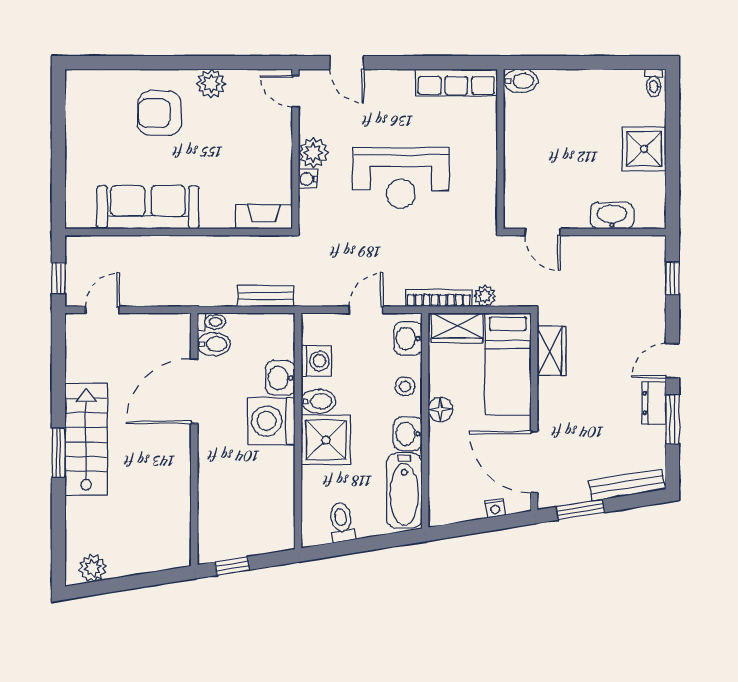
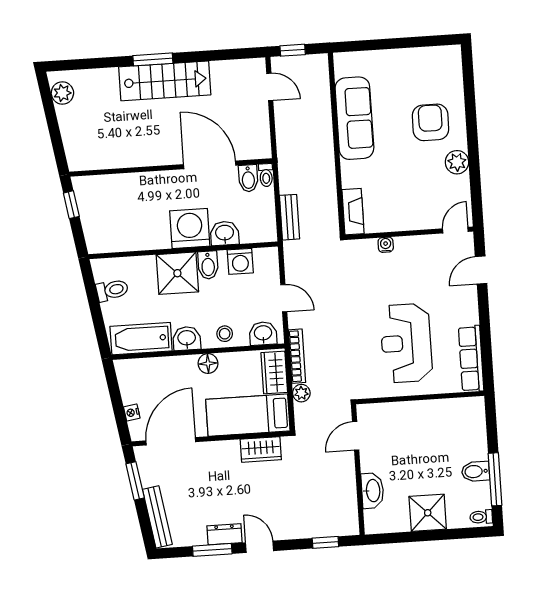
window: (608, 63) -> (495, 479), added
bidet: (521, 81) -> (475, 471), moved, turned 90
plant: (313, 153) -> (407, 248), removed
reception desk: (401, 178) -> (406, 343), moved

